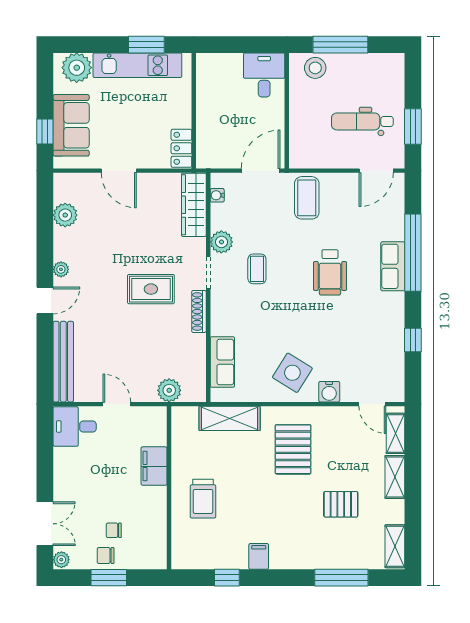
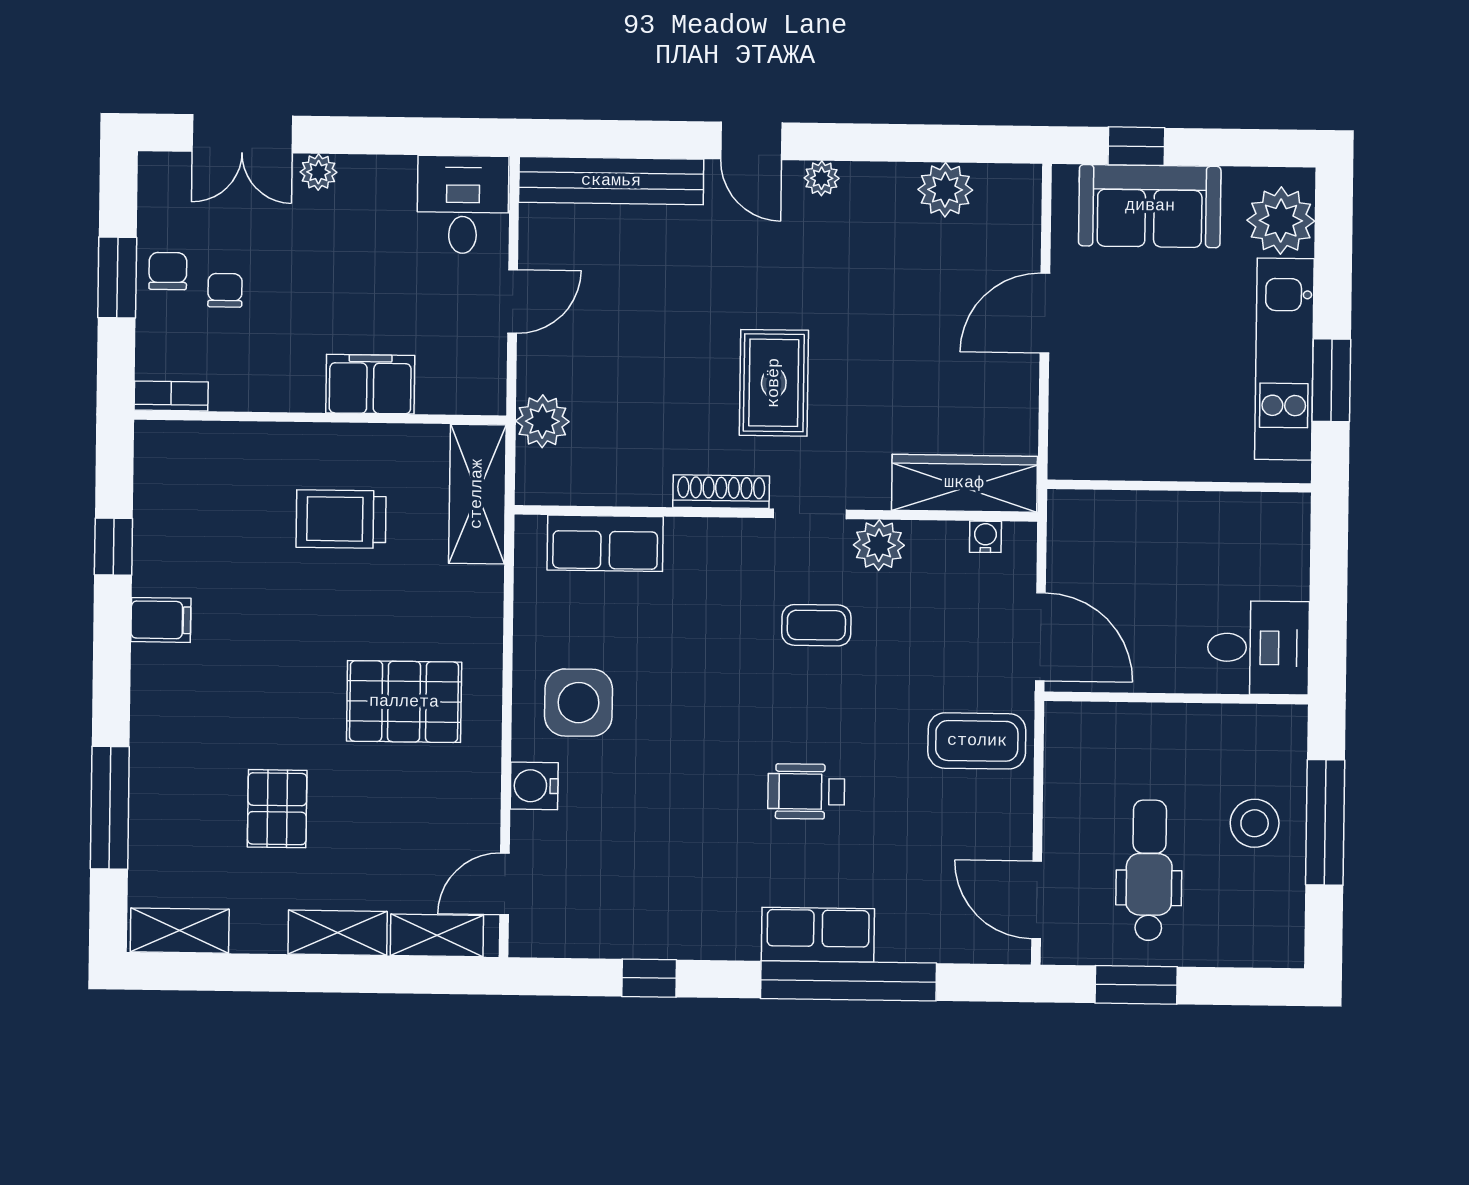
stool: (315, 68) -> (1255, 823), moved
locker: (181, 148) -> (1094, 457), removed
wheelchair: (330, 272) -> (806, 791), width x0.73, depth x0.73
side table: (292, 373) -> (578, 703), turned -32
shelving: (230, 418) -> (477, 494), moved
trolley: (203, 499) -> (341, 519), moved
bookcase: (160, 553) -> (171, 396), added
plant: (61, 560) -> (318, 172), moved

